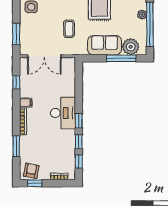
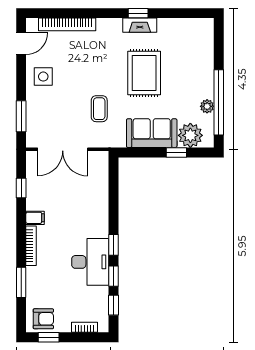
plant: (142, 15) -> (207, 106), moved
window: (121, 58) -> (176, 152), width x0.46
desk: (63, 113) -> (90, 262), moved
armchair: (31, 171) -> (43, 319), turned 79

